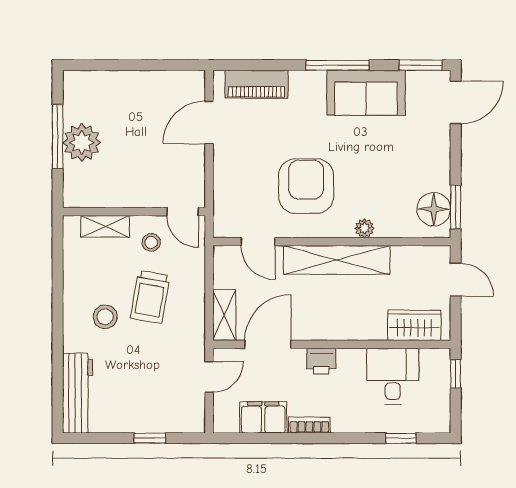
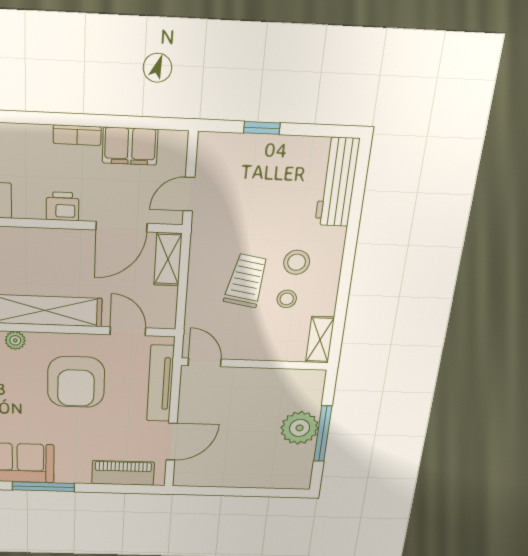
tv unit: (224, 187) -> (160, 384), added
shelving: (105, 226) -> (320, 340), moved, turned 90
stool: (151, 242) -> (287, 299), moved

